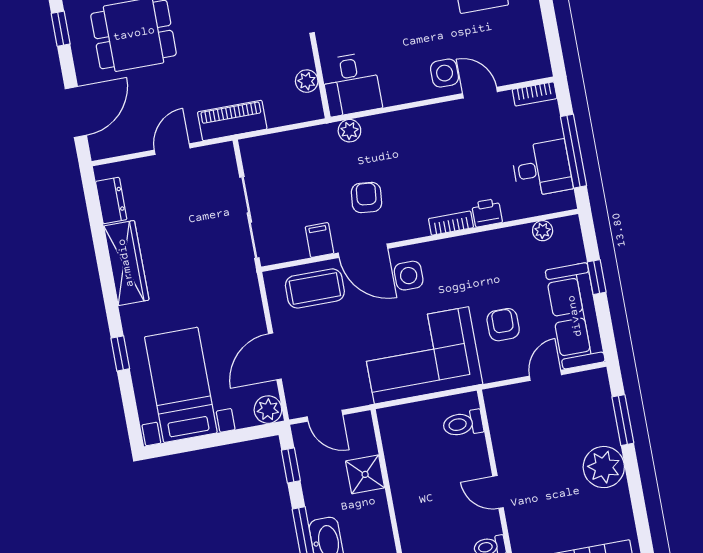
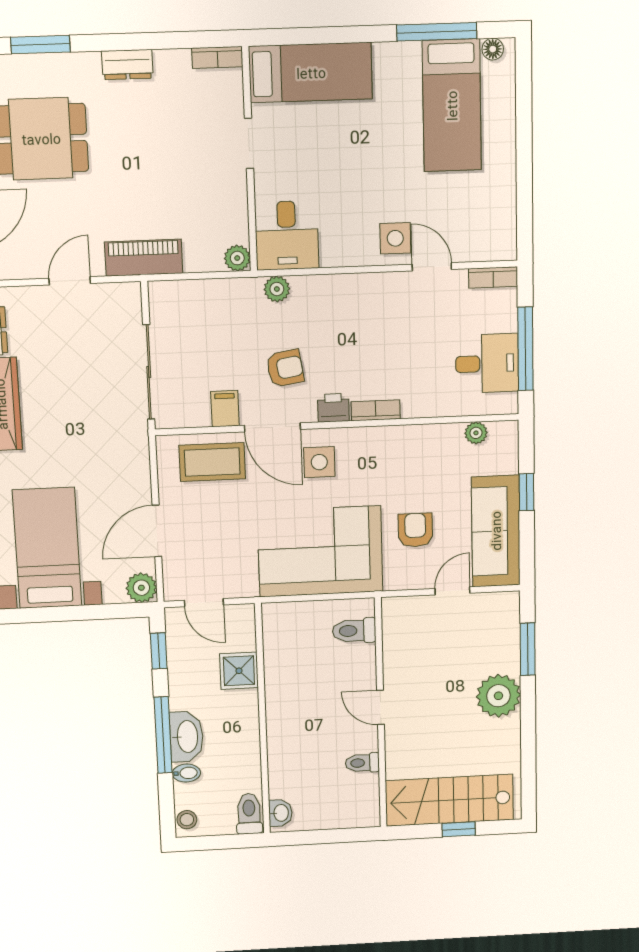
plant: (307, 81) -> (237, 258), moved
armchair: (366, 198) -> (285, 368), turned 75
printer: (487, 213) -> (333, 408), moved

